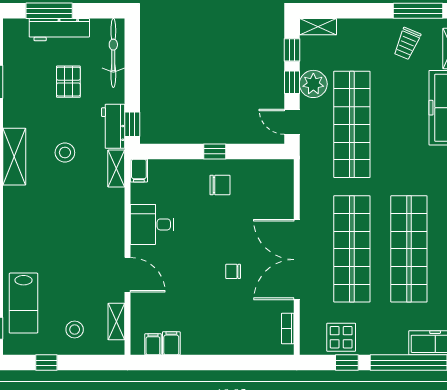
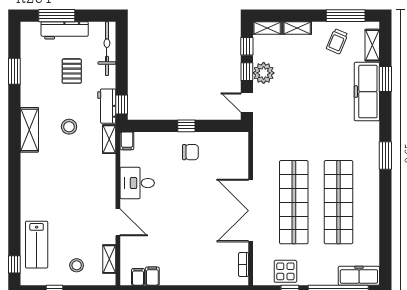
shelving: (356, 27) -> (297, 28), added
shop shelf: (352, 124) -> (294, 105), removed
chair: (233, 271) -> (201, 220), removed

